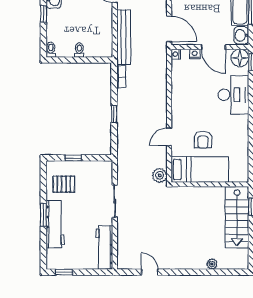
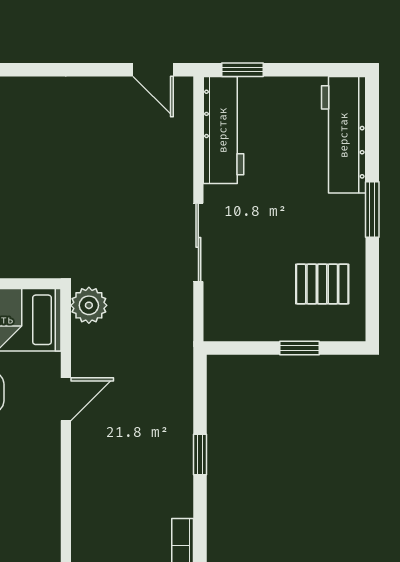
workbench: (55, 224) -> (344, 135), moved
window: (64, 272) -> (243, 70), moved
door: (150, 272) -> (153, 70), moved

